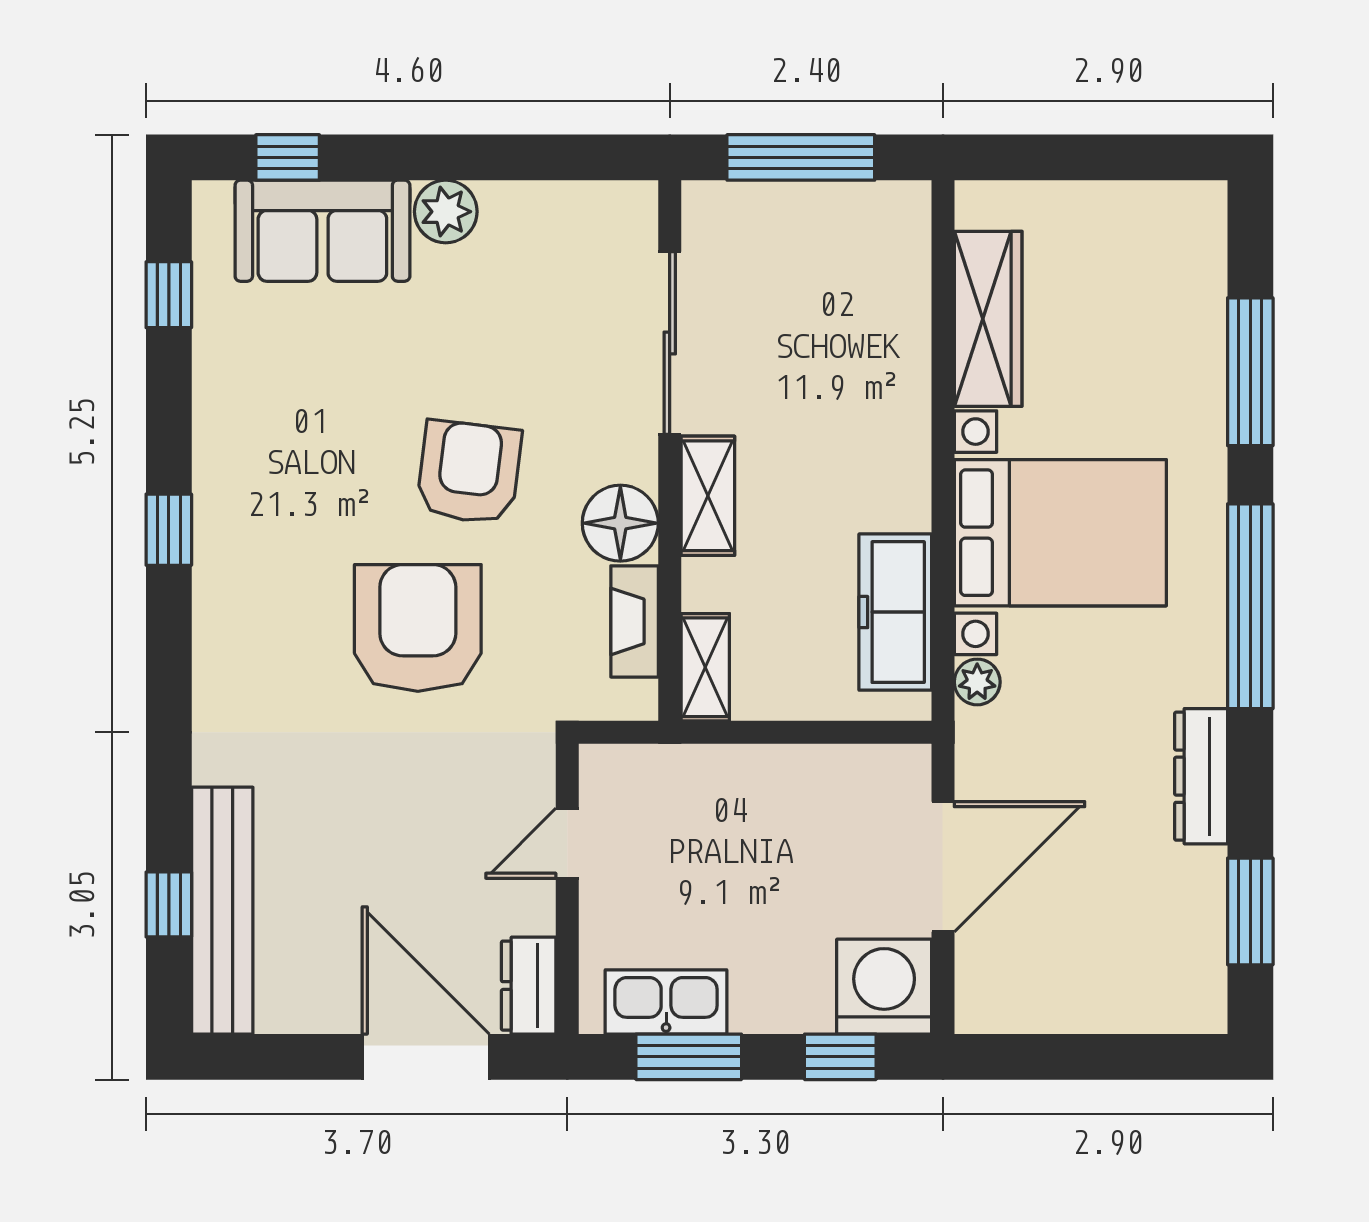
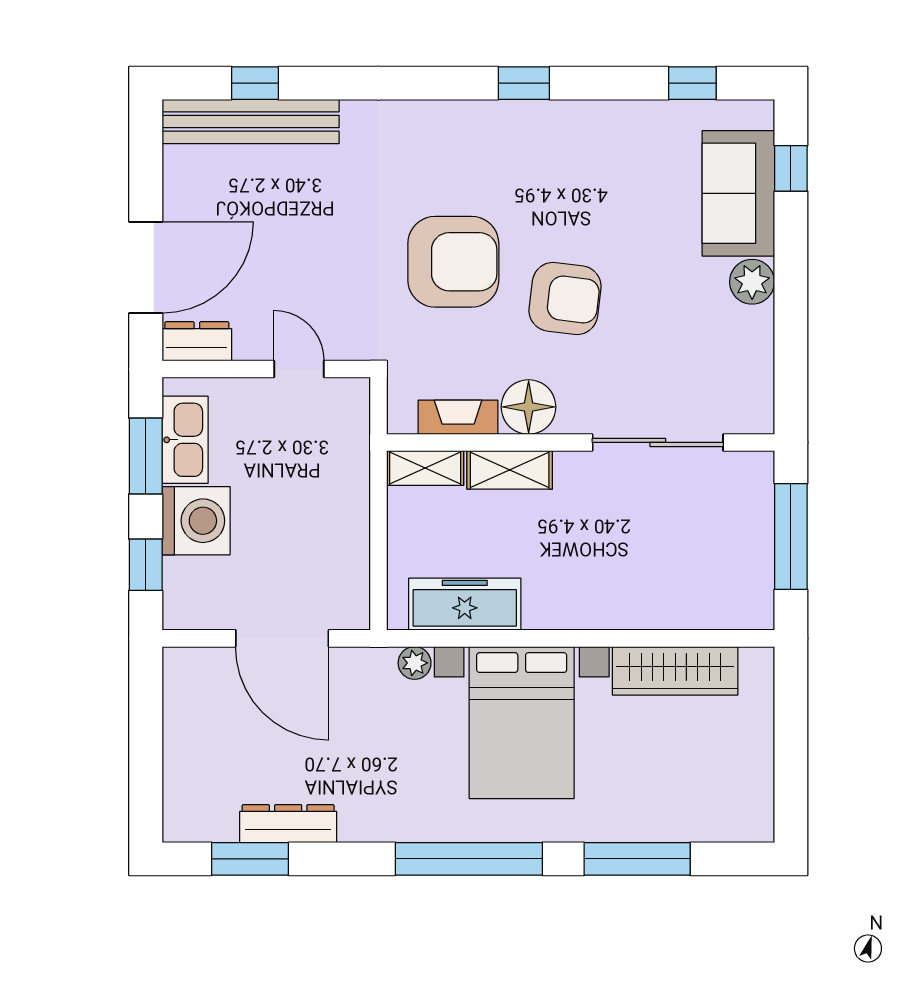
shelving: (708, 496) -> (510, 470), moved
dresser: (1201, 776) -> (288, 824), moved
washing machine: (884, 987) -> (196, 521), moved

